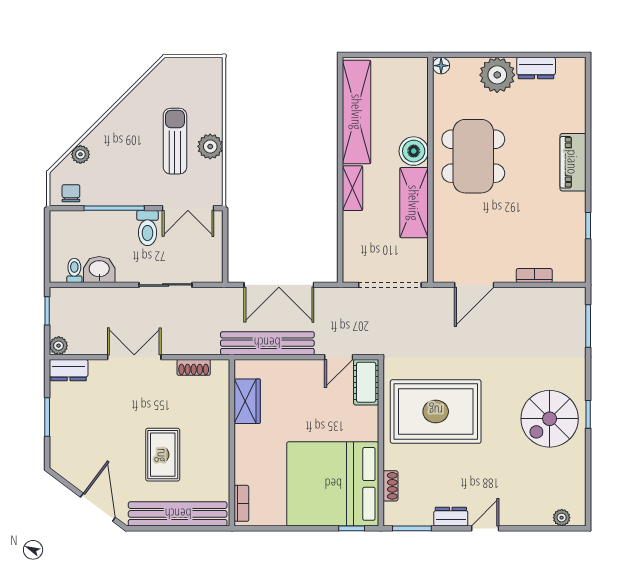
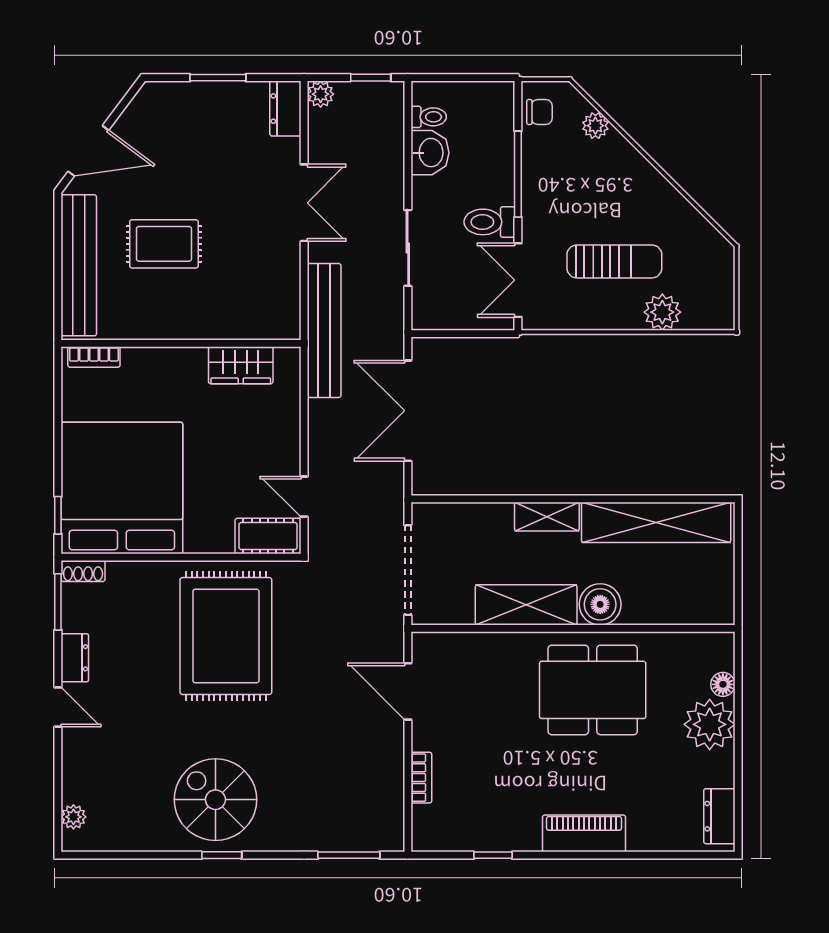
floor lamp: (441, 66) -> (723, 684), moved
dresser: (536, 68) -> (719, 816), moved
plant: (210, 146) -> (662, 312), moved
bench: (267, 343) -> (324, 330), moved
shoe rack: (194, 367) -> (289, 288), removed
shoe rack: (390, 486) -> (83, 571), moved

